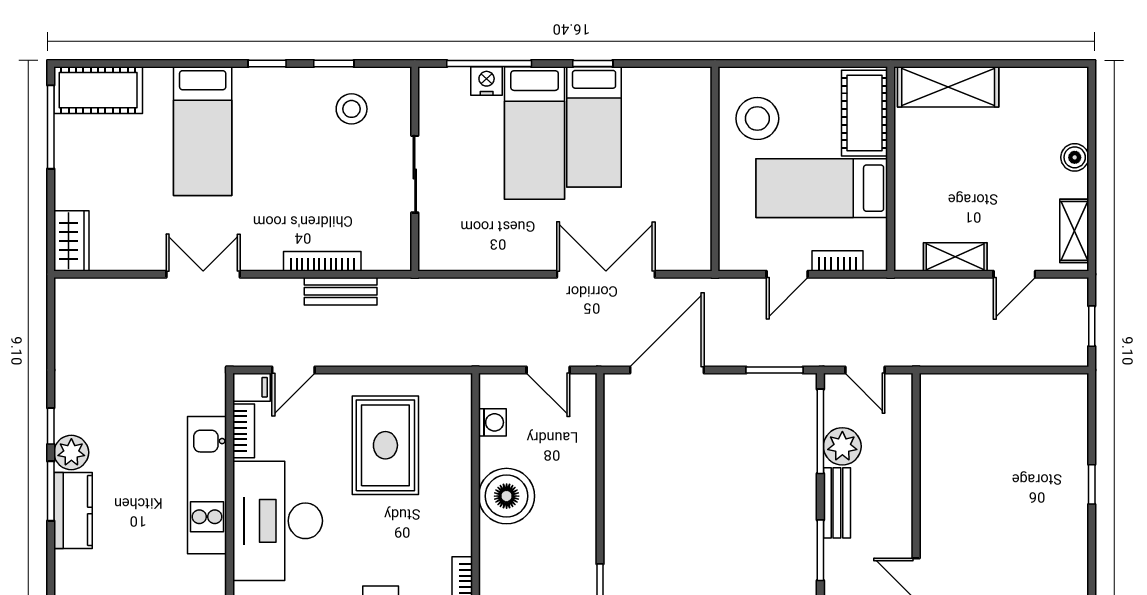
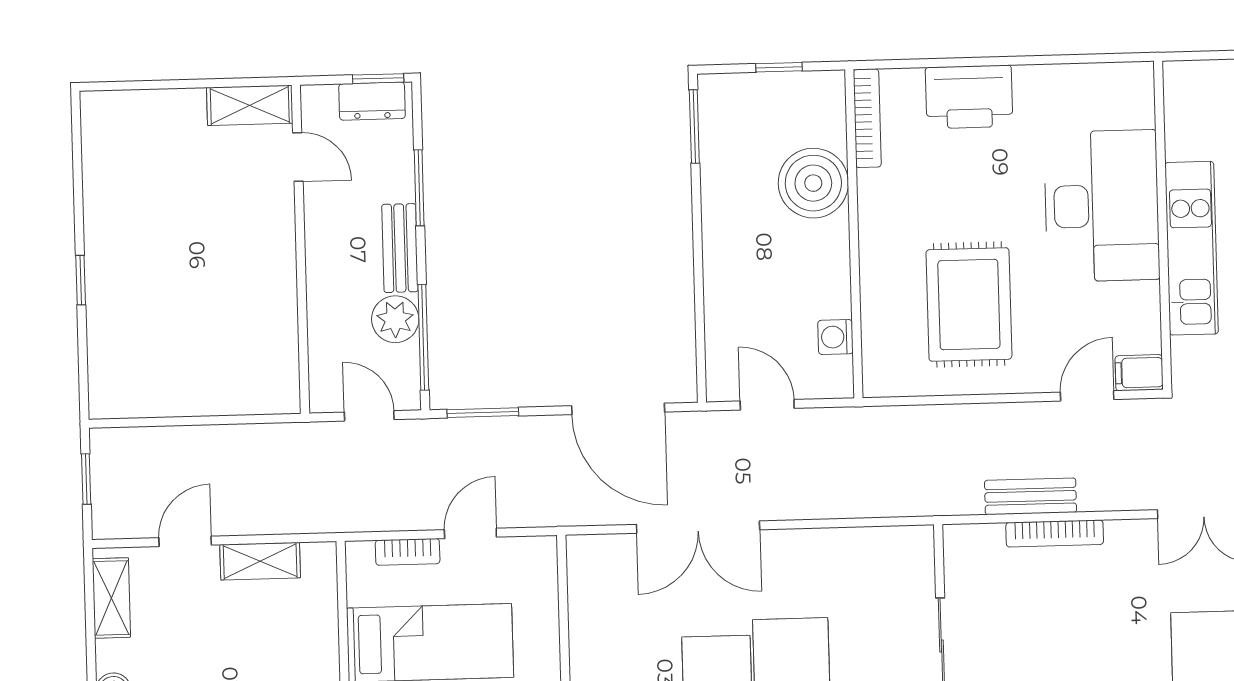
door: (667, 370) -> (618, 409), hinge flipped
bookcase: (244, 431) -> (1148, 318), removed
boiler: (507, 496) -> (813, 183), moved

